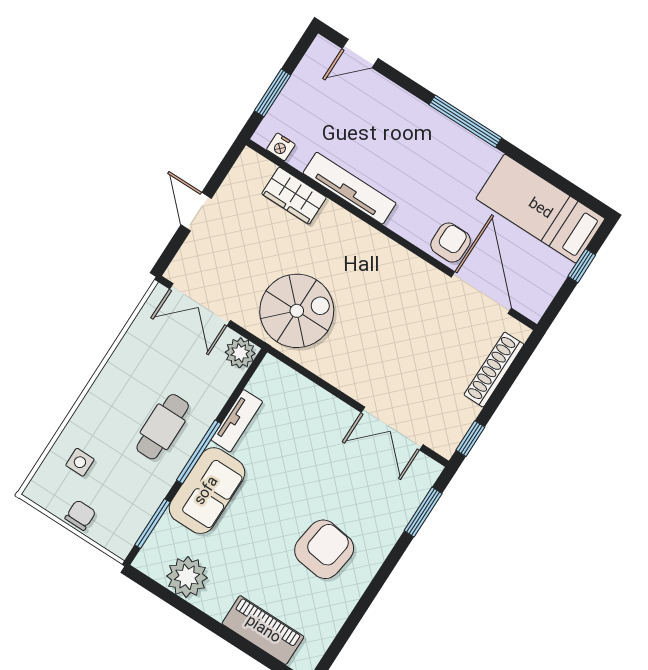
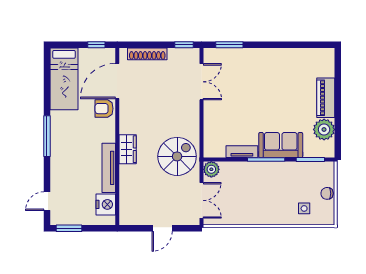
door: (360, 53) -> (47, 201), swing flipped
window: (273, 93) -> (69, 228), moved
nightstand: (281, 147) -> (106, 204), width x1.89, depth x1.79
wardrobe: (294, 196) -> (128, 149), moved
window: (582, 266) -> (96, 45), moved
spiral stairs: (297, 311) -> (177, 156), turned 90
cafe table: (163, 427) -> (265, 182), removed
armchair: (324, 549) -> (273, 77), removed
piano: (263, 630) -> (326, 98), moved

